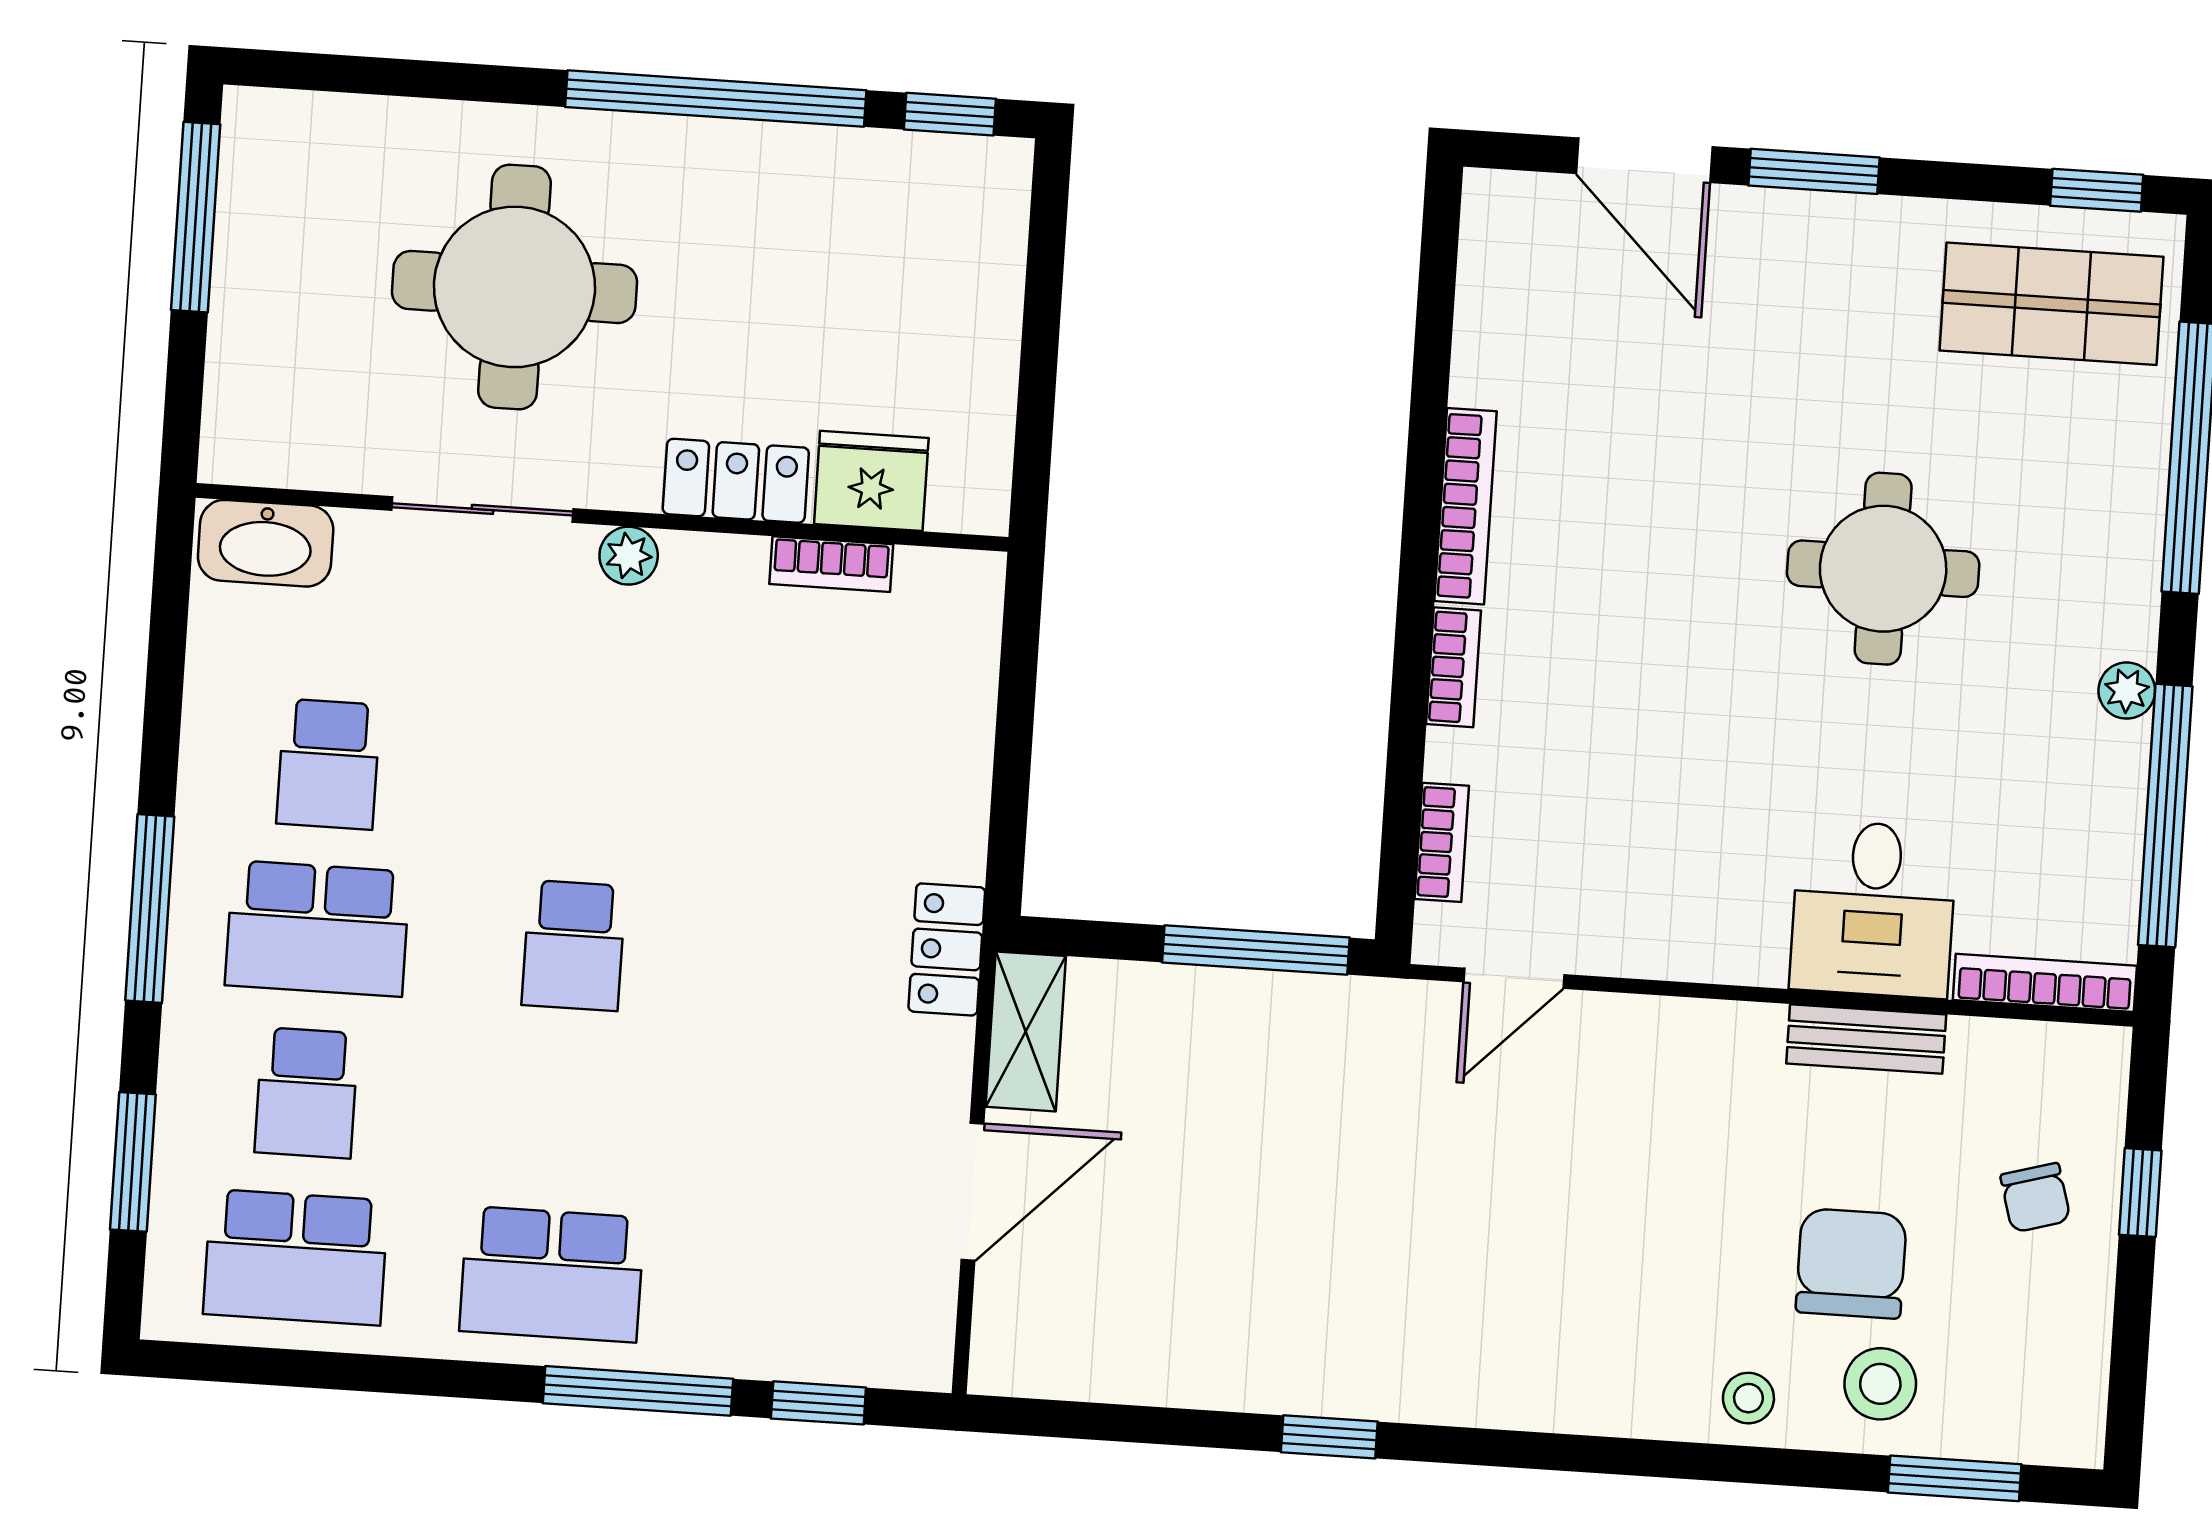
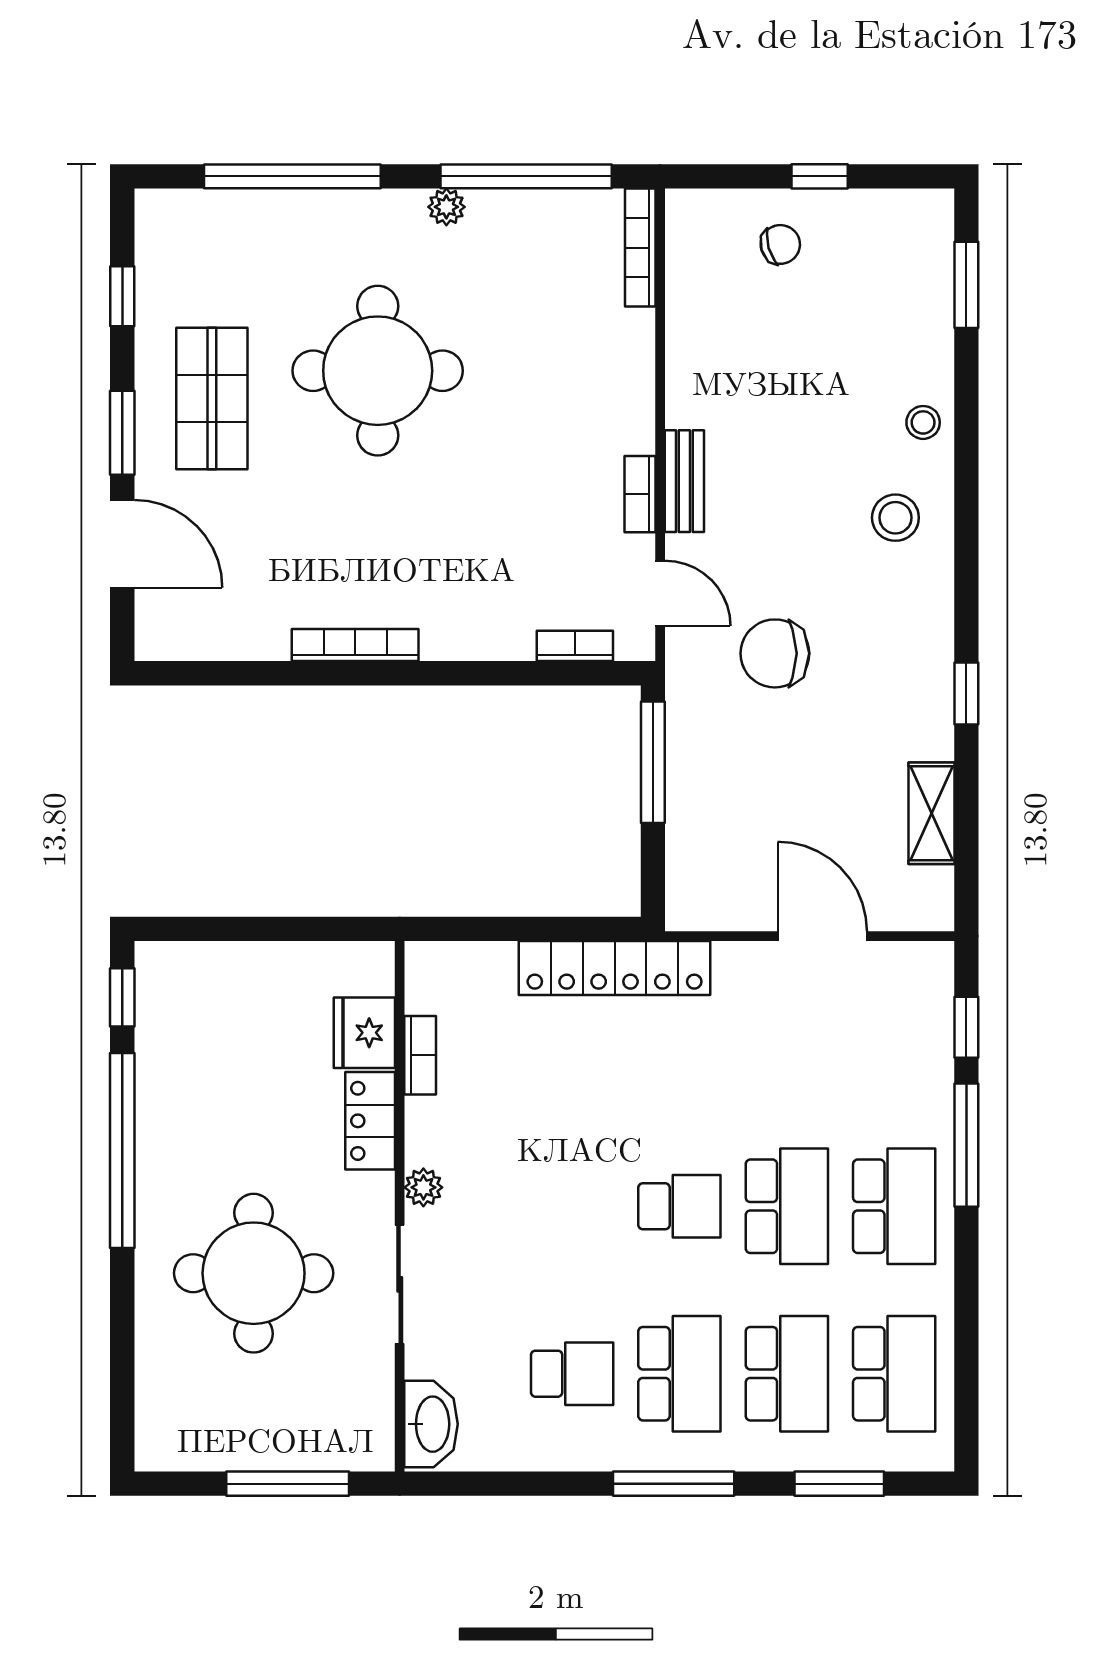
door: (1644, 160) -> (122, 544), hinge flipped
window: (2097, 190) -> (122, 296), moved
window: (196, 217) -> (288, 1484), moved
shop shelf: (2052, 304) -> (212, 399), moved
round table: (1883, 569) -> (378, 371), width x1.36, depth x1.36
bookcase: (1454, 667) -> (640, 494), moved, turned -90
desk: (1873, 909) -> (600, 362), removed
locker: (947, 949) -> (615, 968), width x2.16, depth x1.21
shelving: (1026, 1031) -> (932, 813), moved, turned 90
bench: (1866, 1039) -> (684, 481), moved
school desk: (307, 1093) -> (787, 1374), width x1.85
school desk: (563, 1110) -> (787, 1206), added
window: (2140, 1193) -> (820, 176), moved
chair: (1851, 1263) -> (775, 653), moved
stool: (1880, 1384) -> (895, 518), moved

